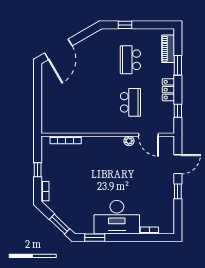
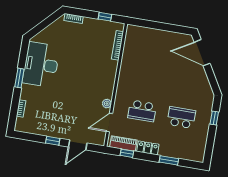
piano: (168, 49) -> (123, 143), moved
door: (178, 164) -> (78, 145), hinge flipped
window: (38, 170) -> (105, 17), moved
desk: (117, 217) -> (41, 65), moved
window: (59, 224) -> (41, 27), removed
window: (95, 238) -> (19, 78), moved

